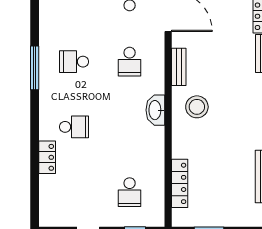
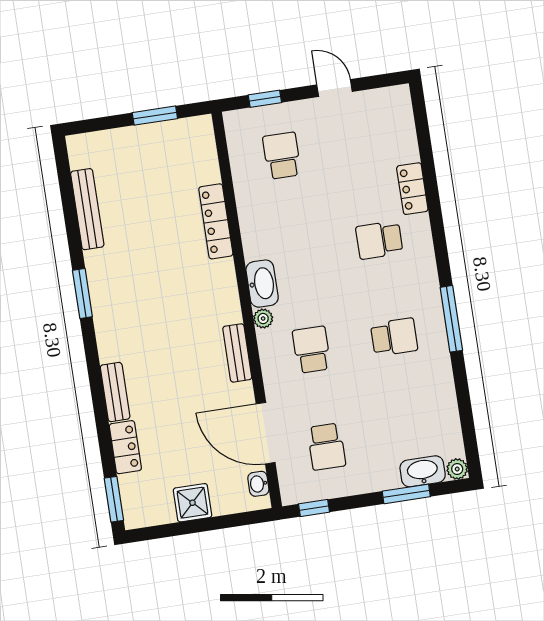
plant: (158, 87) -> (263, 319), added
stool: (197, 107) -> (201, 298), removed
locker: (180, 183) -> (216, 221), moved

